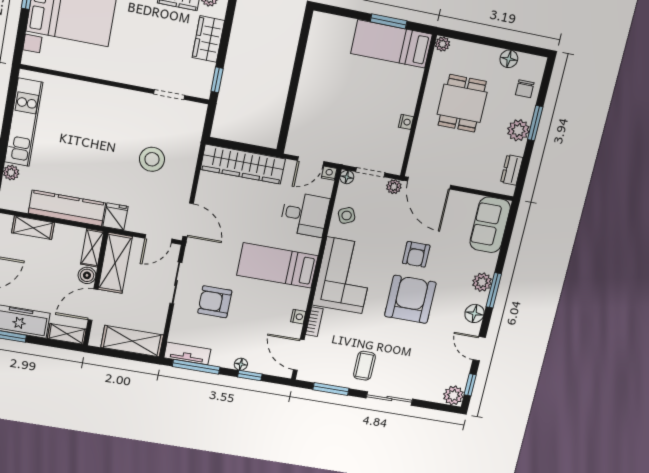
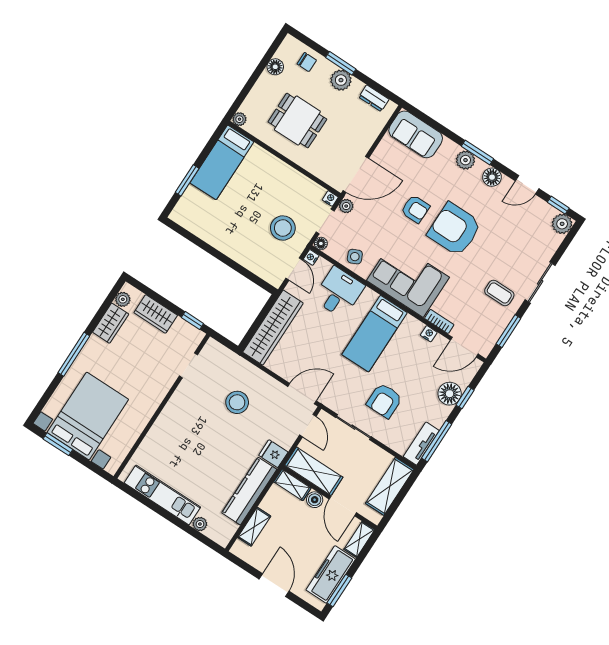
window: (389, 21) -> (187, 180), moved
nightstand: (406, 122) -> (330, 198), moved
stool: (348, 133) -> (283, 228), added
floor lamp: (241, 364) -> (450, 394), width x1.89, depth x1.89

